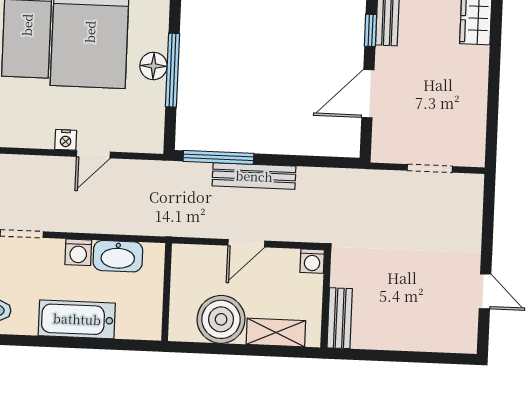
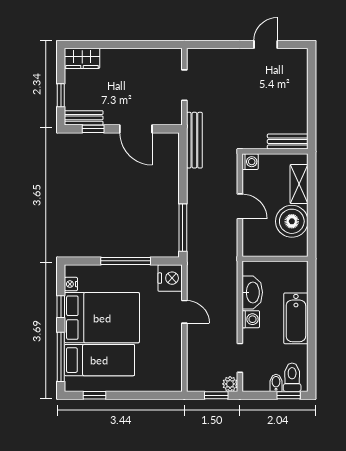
floor lamp: (153, 66) -> (123, 274), removed
nightstand: (66, 140) -> (170, 278), moved, width x1.89, depth x1.79
bench: (254, 176) -> (194, 140), moved

